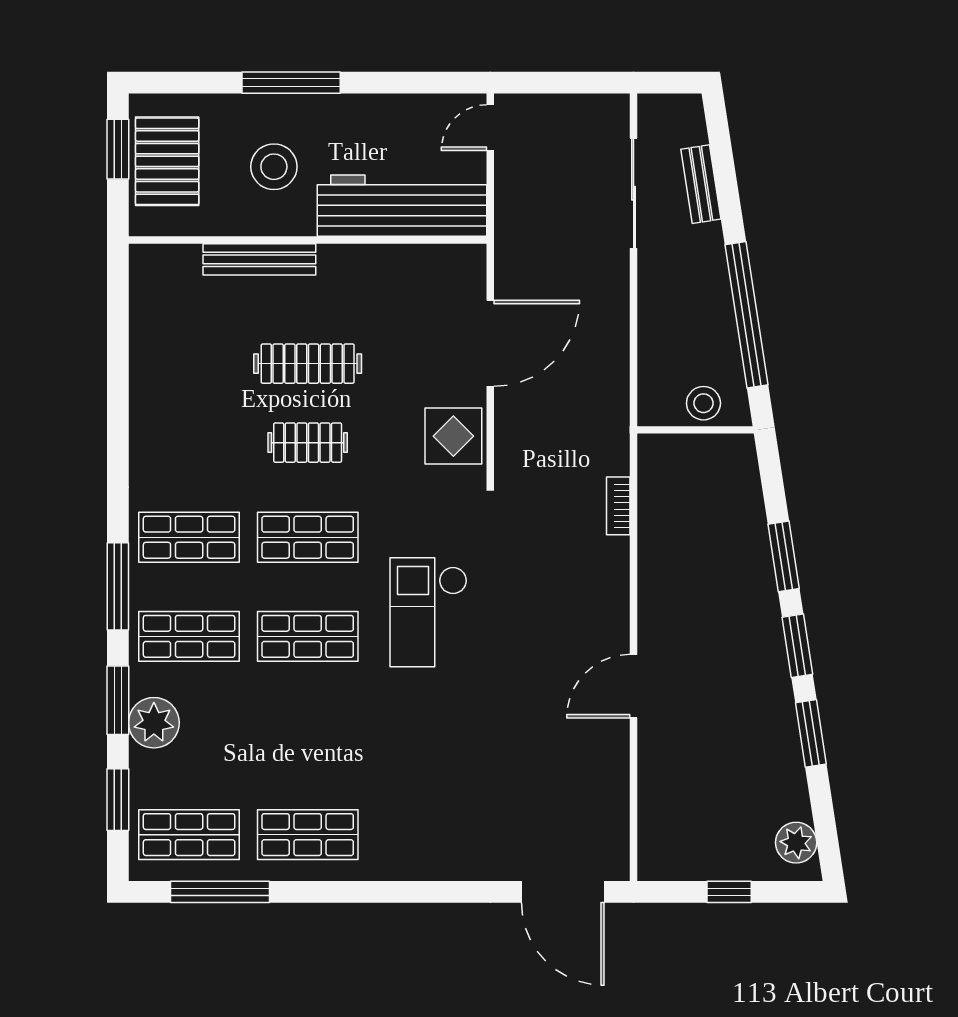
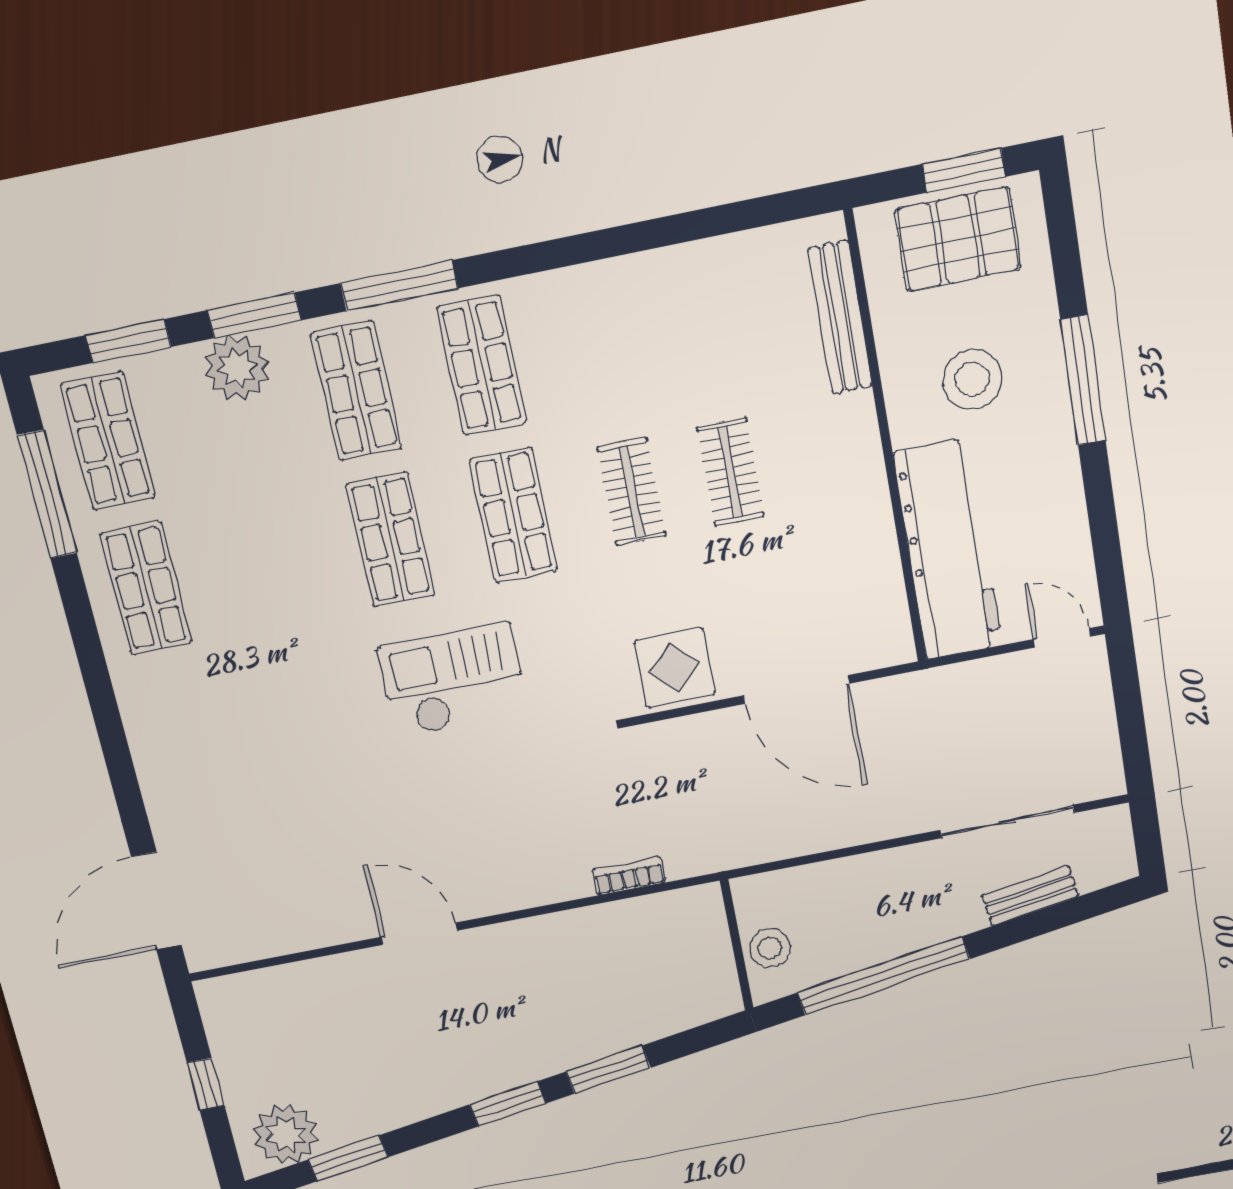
bench: (259, 259) -> (840, 318), moved
clothes rail: (308, 364) -> (730, 472), width x0.73
window: (811, 733) -> (348, 1158), moved
plant: (796, 843) -> (286, 1135), width x1.36, depth x1.36

